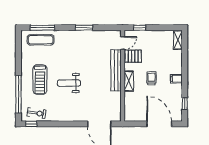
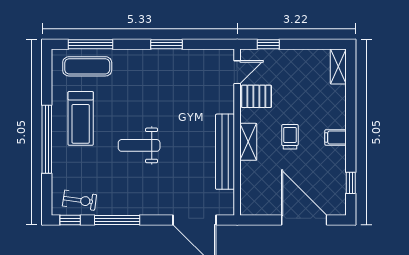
bench: (116, 70) -> (225, 152), moved
treadmill: (40, 79) -> (81, 118), moved
window: (18, 94) -> (47, 139), moved
window: (57, 124) -> (117, 220), added

